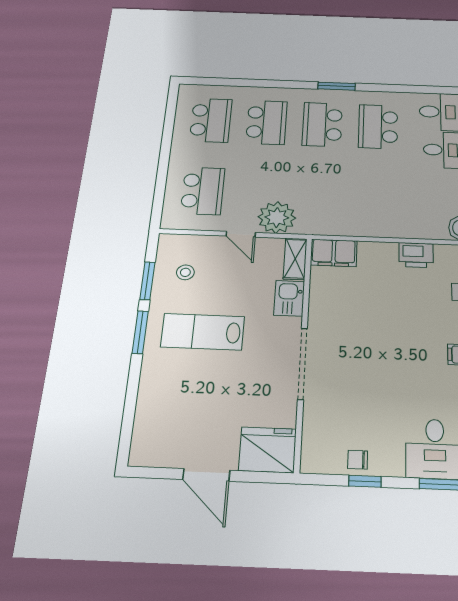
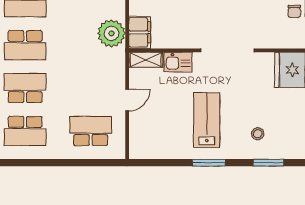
school desk: (211, 120) -> (25, 131), turned 180
plant: (277, 217) -> (111, 33), moved
stool: (185, 272) -> (258, 134), moved
window: (147, 281) -> (269, 163), moved
lab bench: (203, 332) -> (207, 120), turned 180

